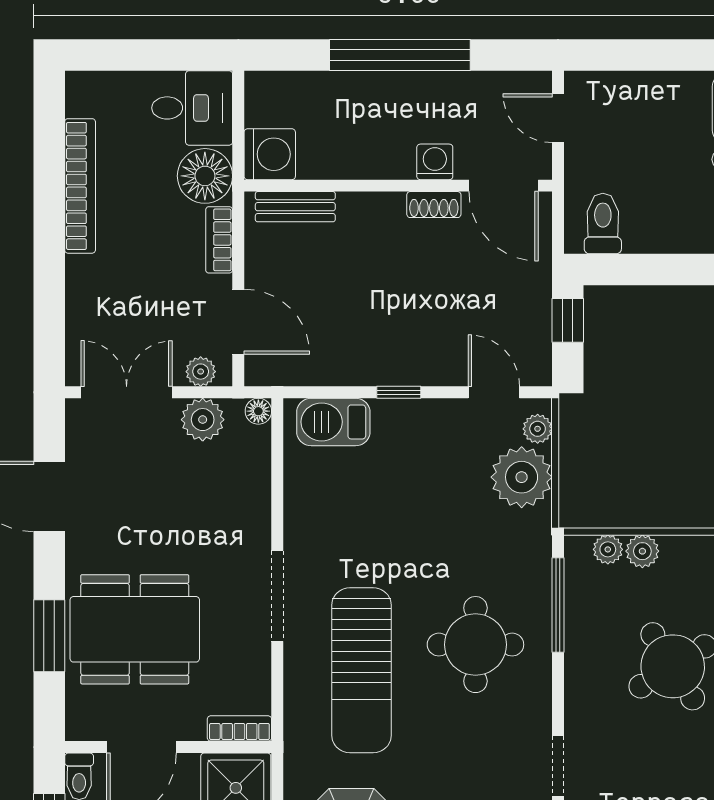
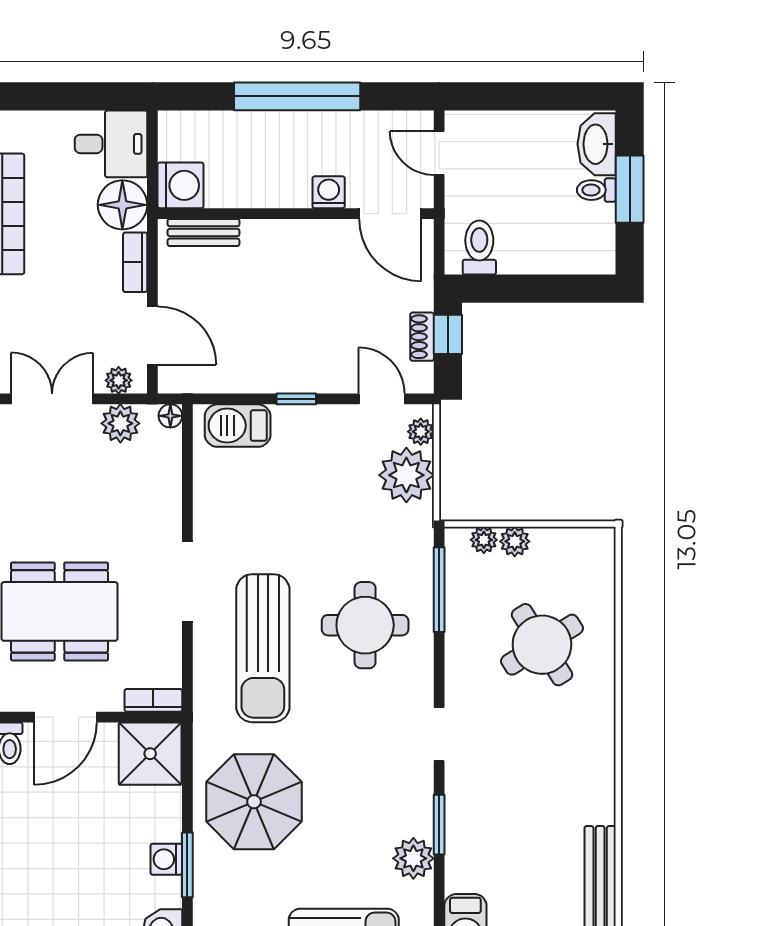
shoe rack: (434, 205) -> (422, 337), moved, turned 90

